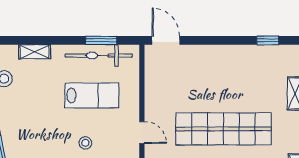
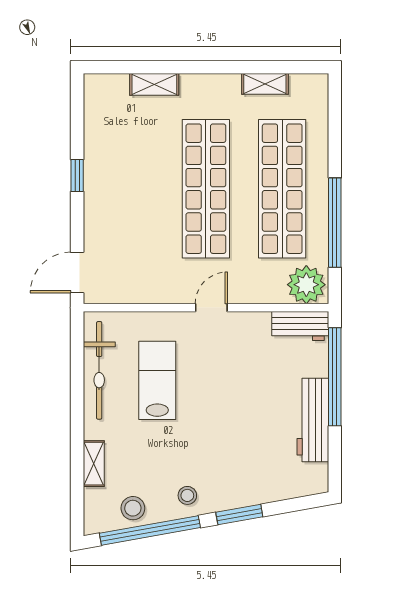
window: (101, 40) -> (77, 367), removed
window: (268, 40) -> (77, 176), moved
stool: (85, 143) -> (187, 495), moved

